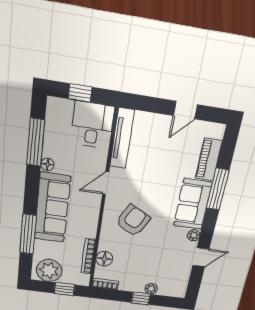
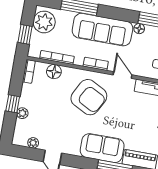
bookcase: (94, 214) -> (96, 64), added
armchair: (133, 221) -> (89, 97), width x1.36, depth x1.36
plant: (194, 235) -> (33, 143), moved

